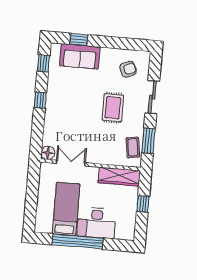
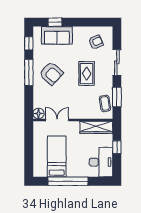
window: (40, 100) -> (29, 73), width x2.17
armchair: (68, 104) -> (51, 73), added
desk: (97, 223) -> (101, 162), moved, turned -90

